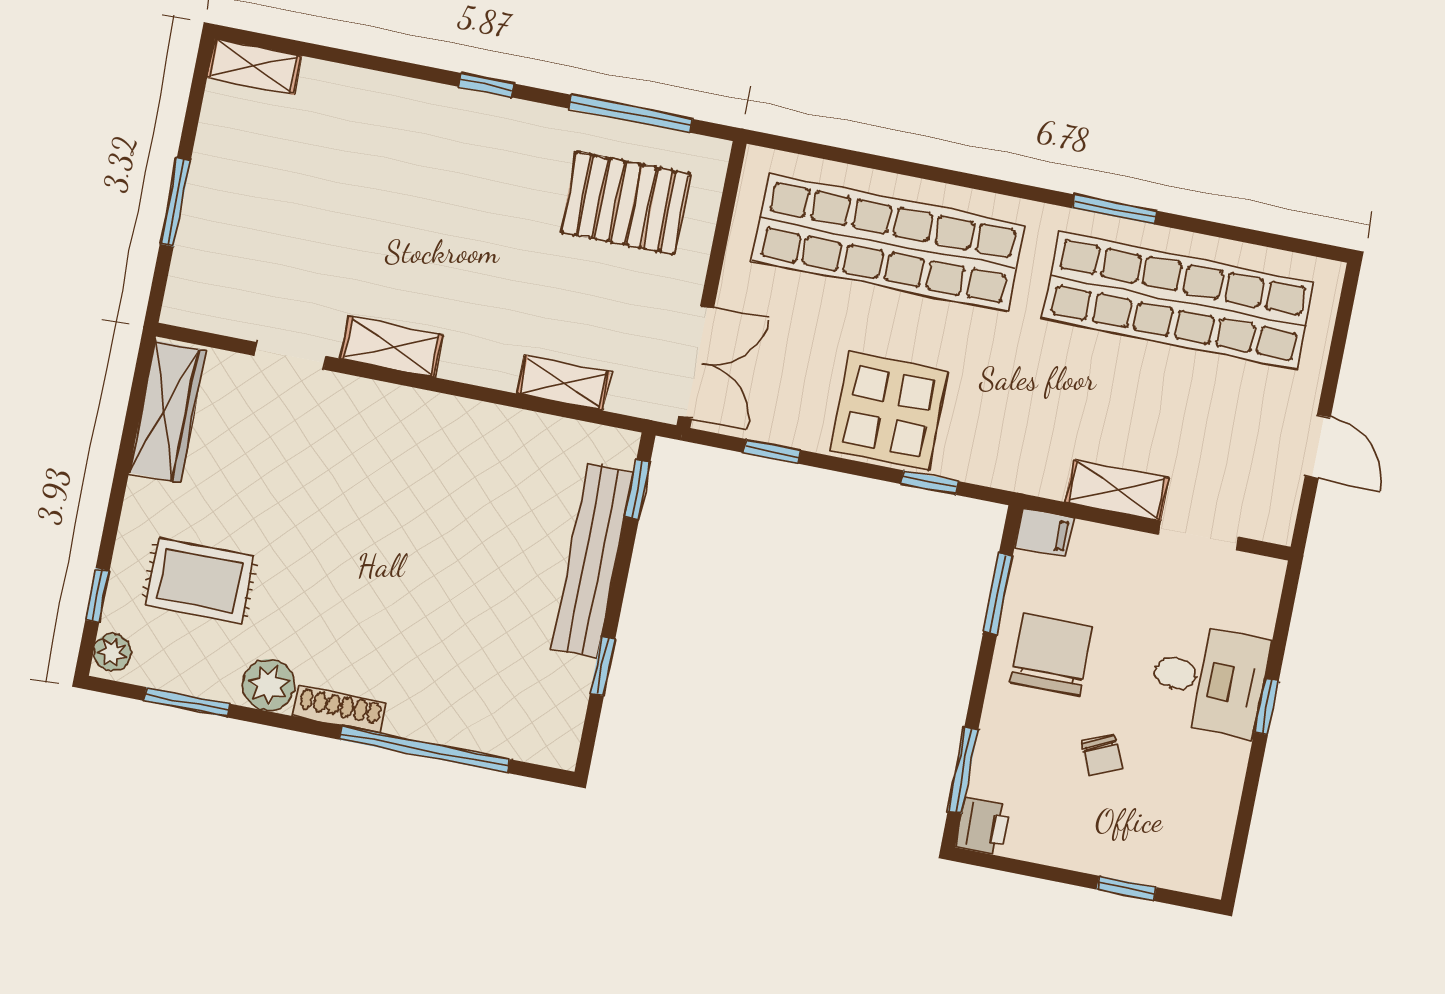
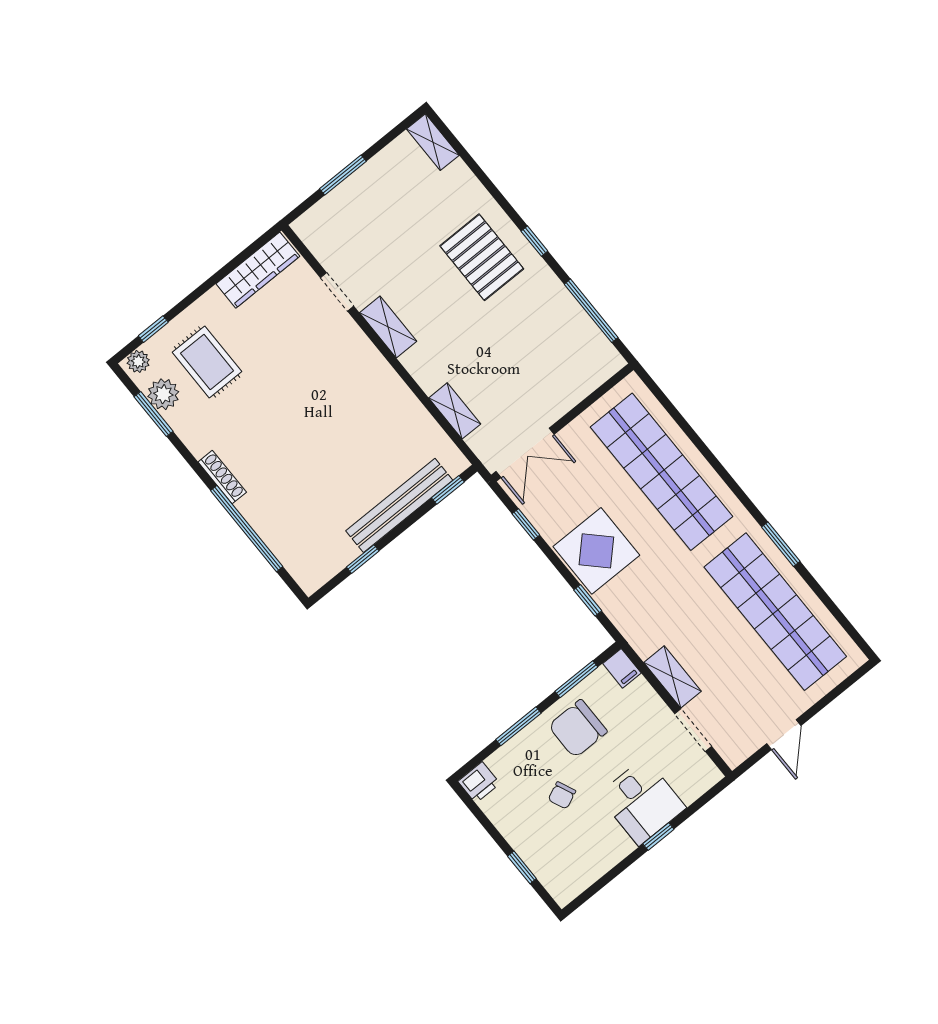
pallet: (626, 203) -> (482, 257), moved
chair: (1052, 655) -> (578, 729), turned 180
plant: (269, 685) -> (163, 394), moved
window: (963, 770) -> (518, 726), moved

